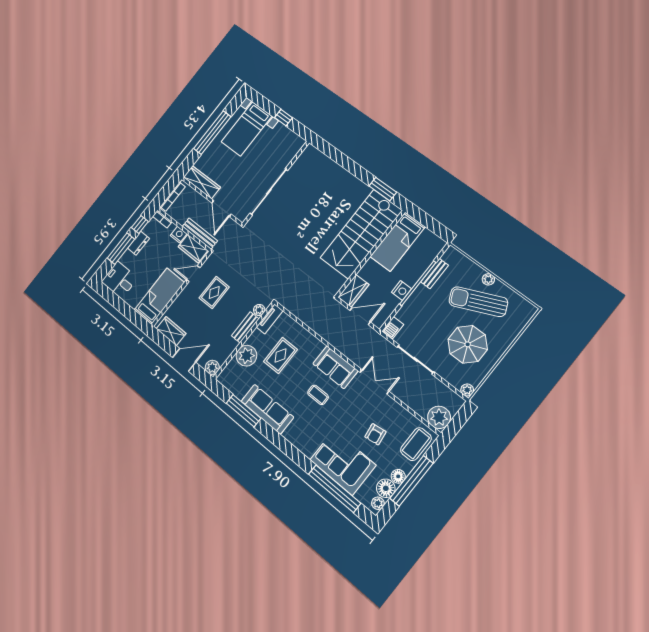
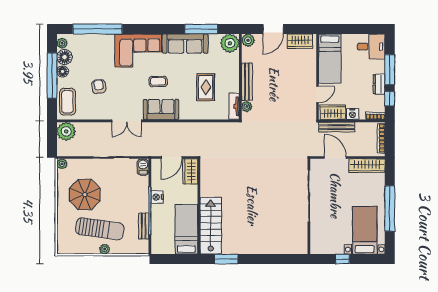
stairs: (361, 234) -> (211, 226), width x0.73, depth x0.66
rug: (214, 292) -> (290, 93), removed
sun lounger: (478, 302) -> (100, 229), turned 32
bench: (245, 327) -> (247, 82), width x1.36
plant: (246, 356) -> (230, 43), moved
corner sofa: (343, 462) -> (138, 50), moved

